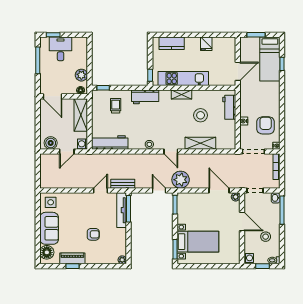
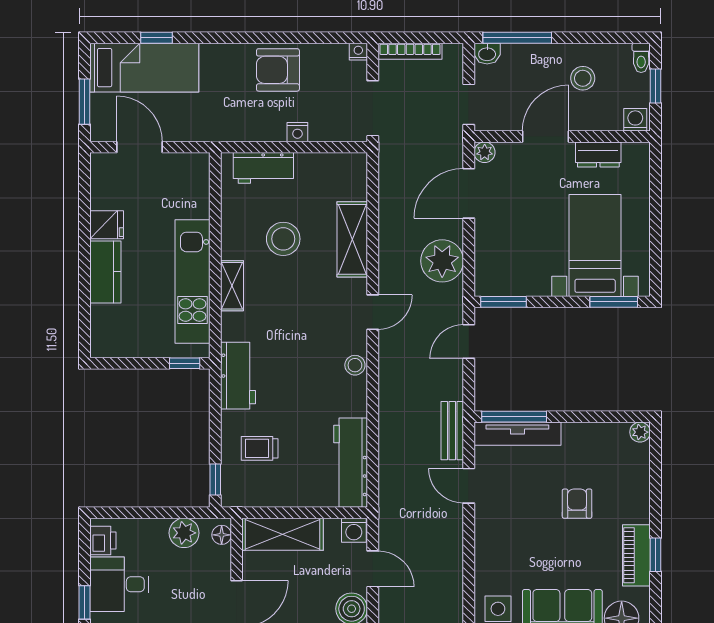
printer: (78, 42) -> (103, 541), added
kitchen counter: (172, 43) -> (105, 272), moved
door: (238, 71) -> (139, 147), moved
armchair: (266, 125) -> (278, 70), moved
plant: (181, 180) -> (442, 261), moved
dresser: (235, 243) -> (598, 155), added

